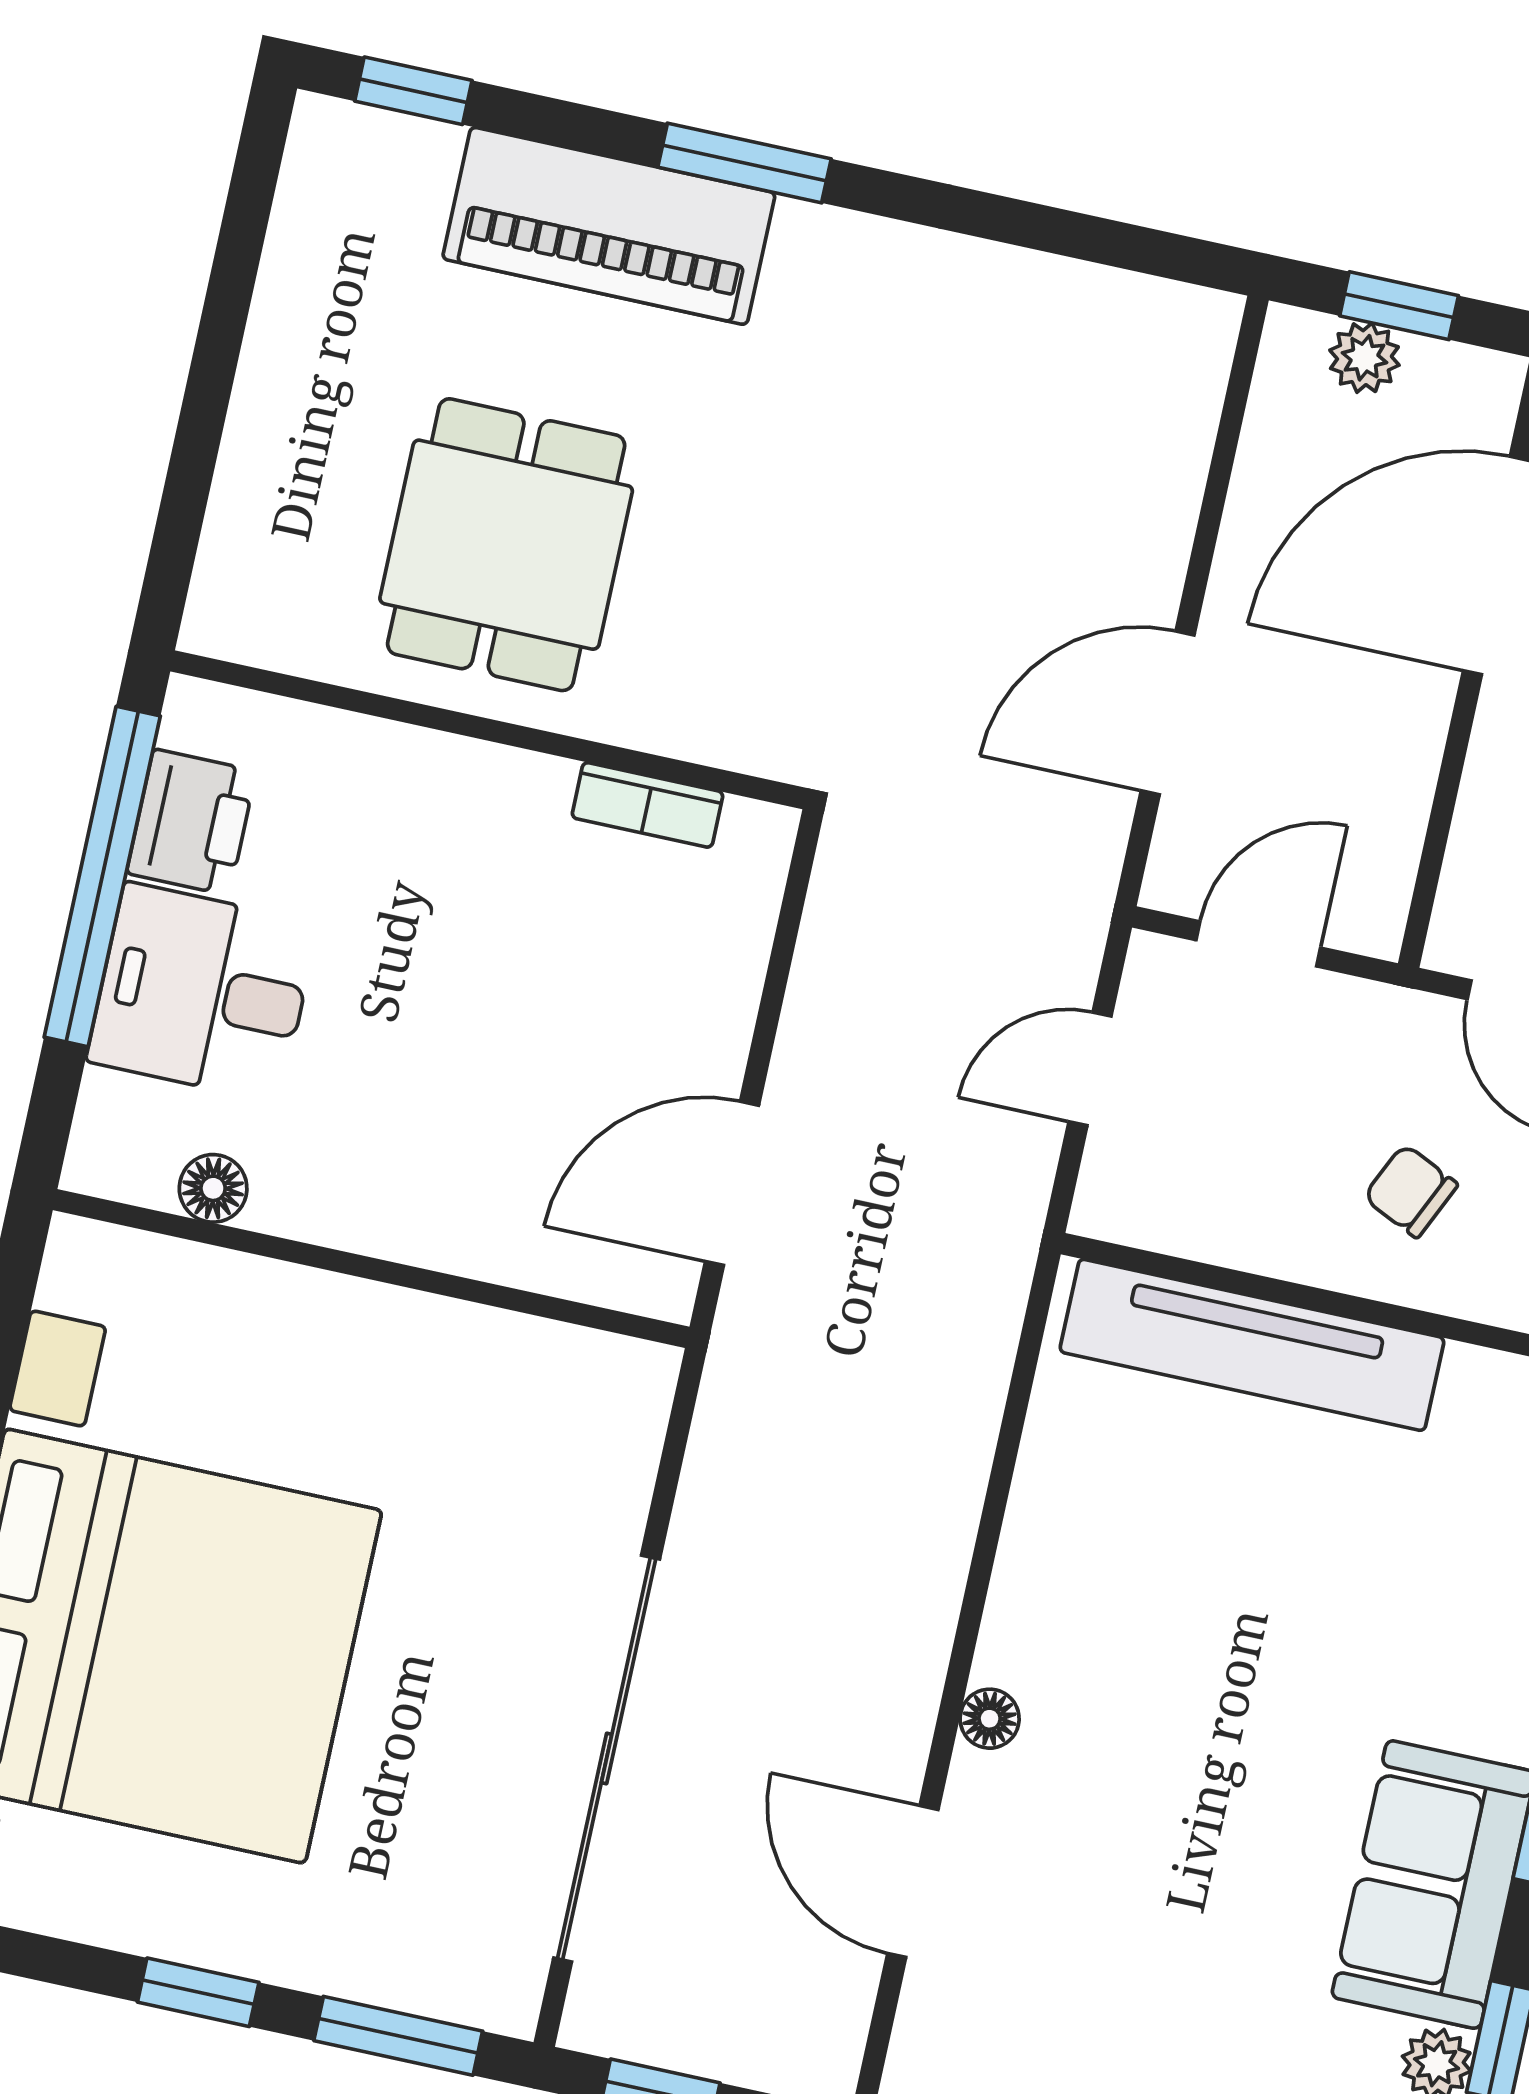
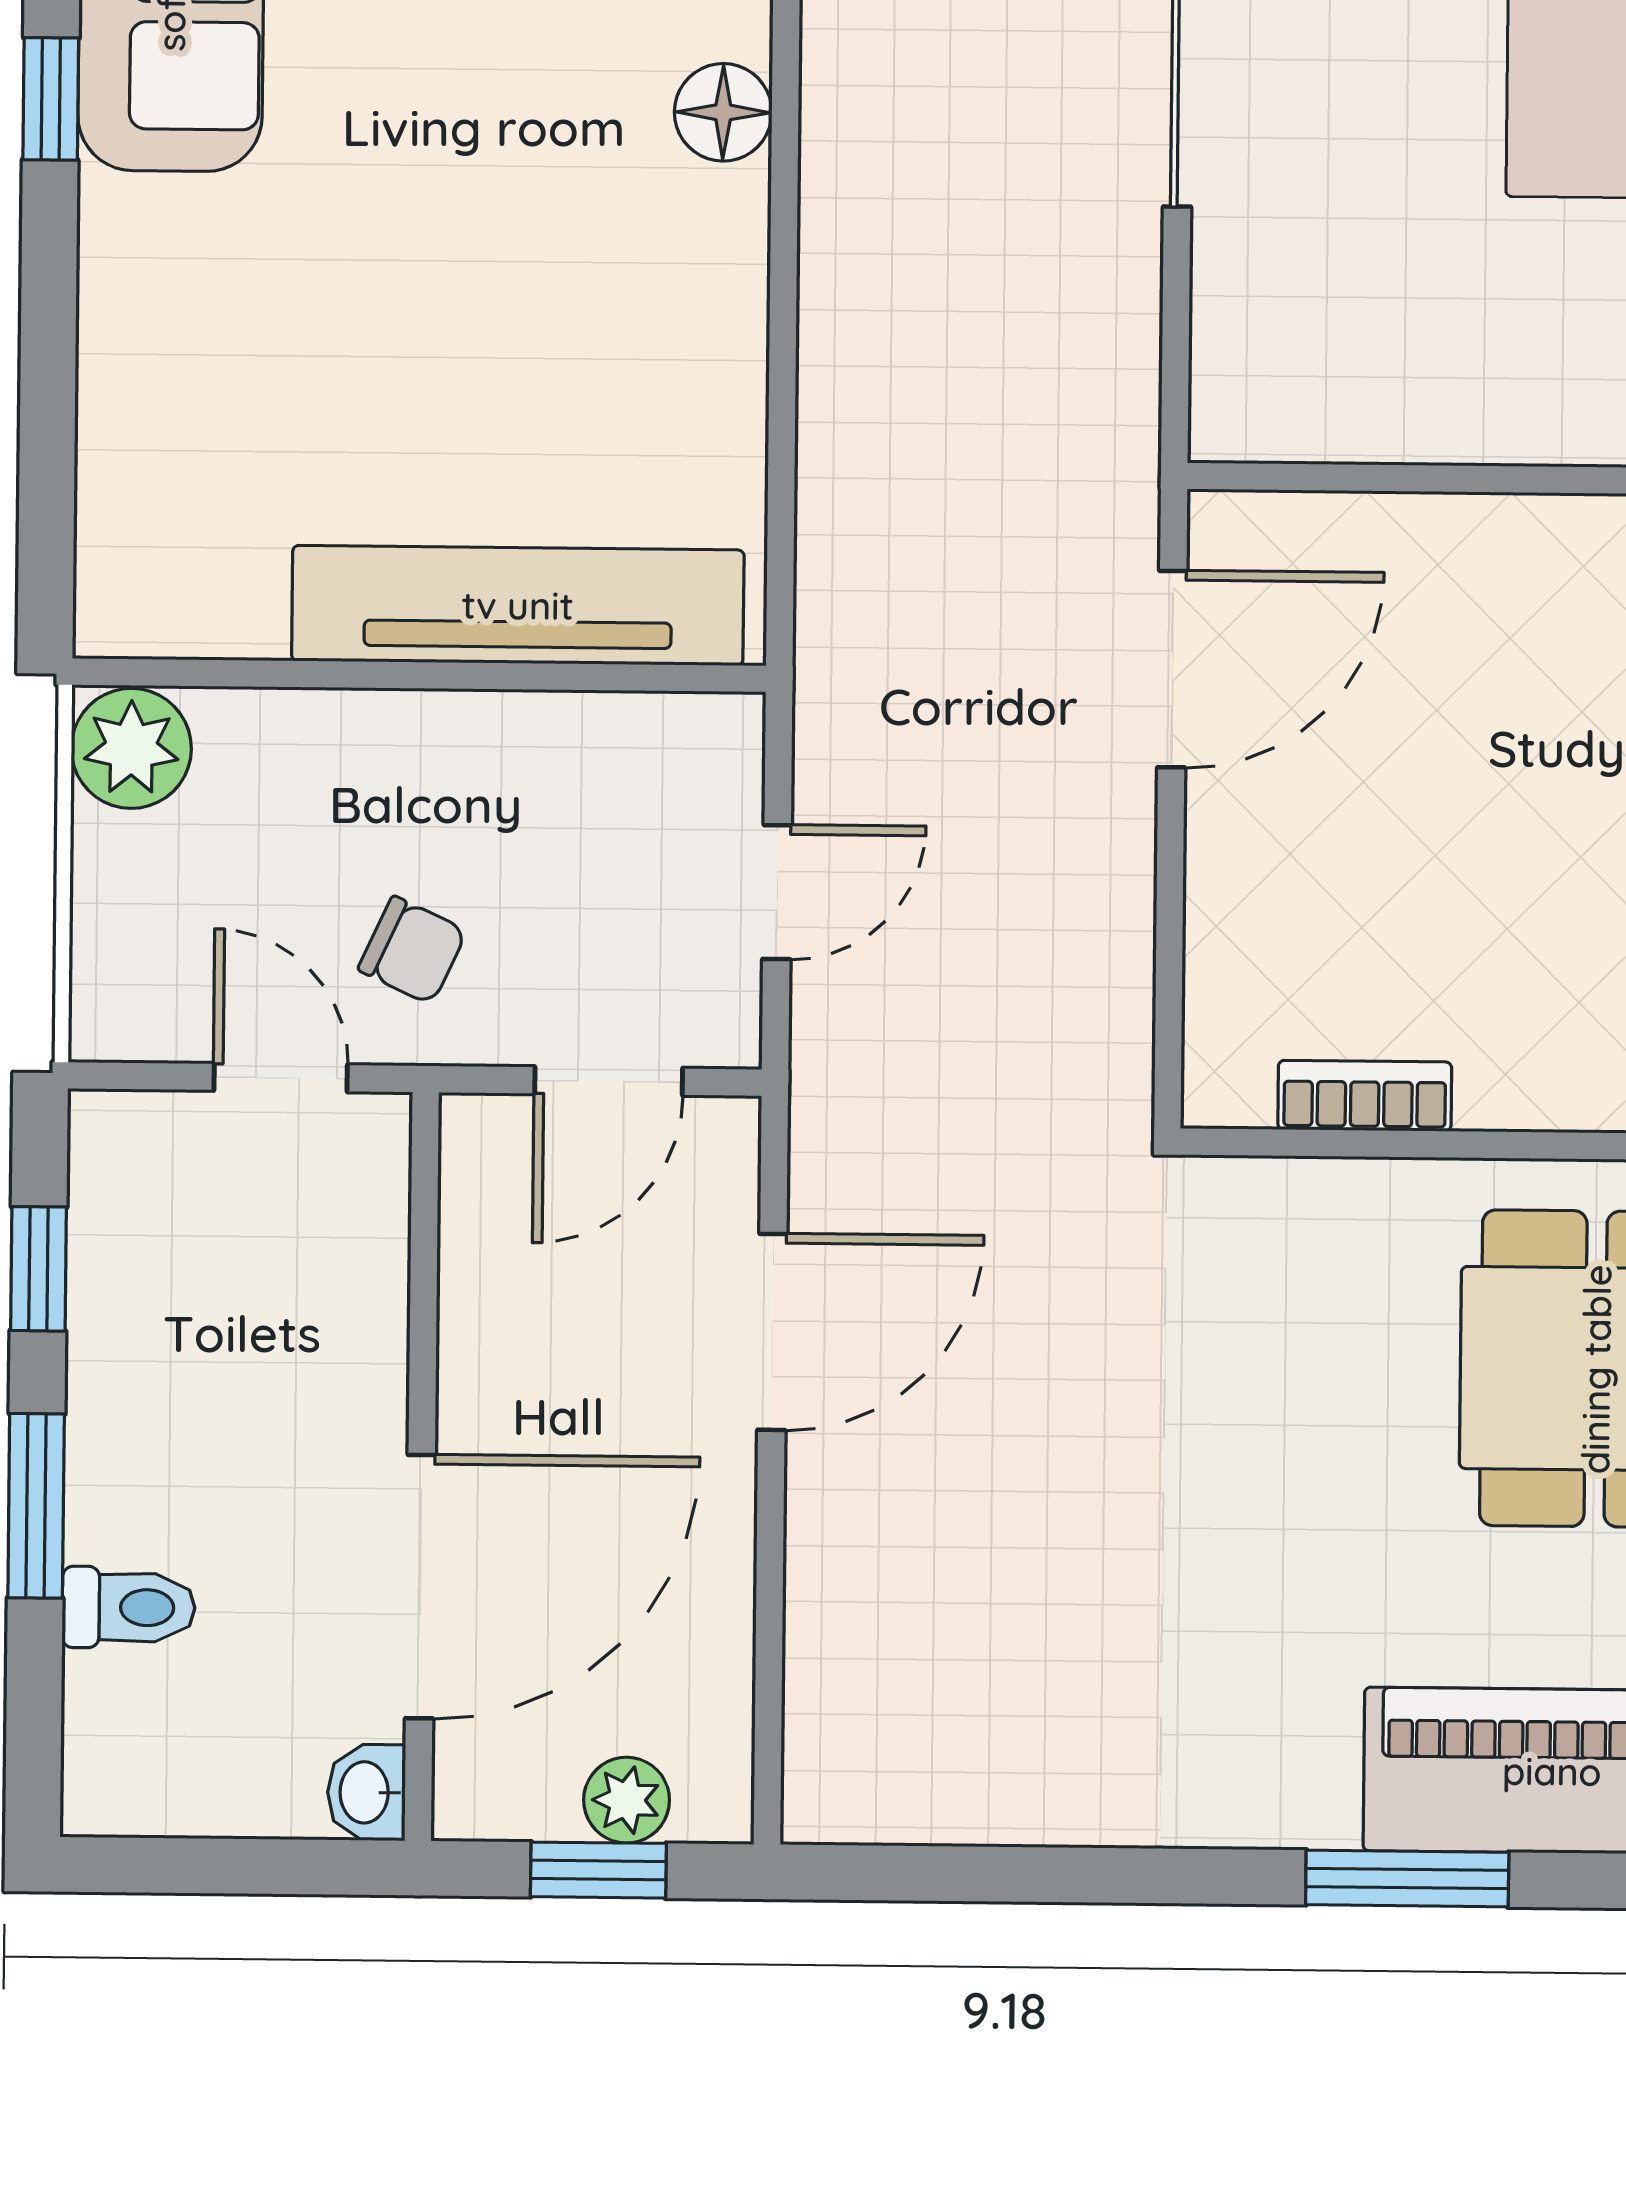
chair: (1411, 1191) -> (412, 950), moved
floor lamp: (990, 1719) -> (723, 112), width x1.37, depth x1.37

